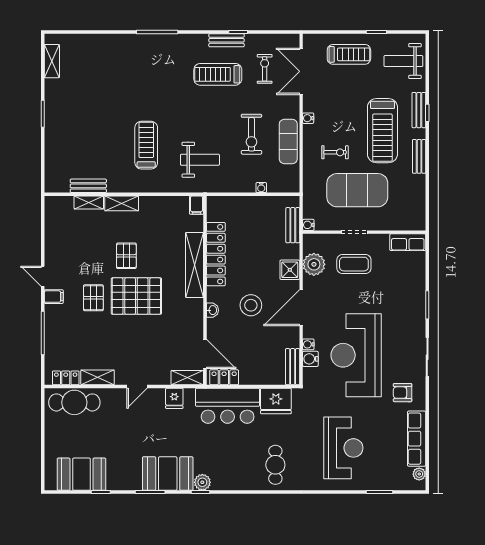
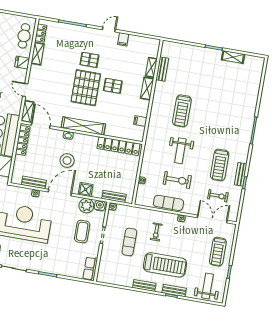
shelving: (52, 61) -> (233, 57), moved
treadmill: (218, 74) -> (220, 165), turned 180
treadmill: (382, 131) -> (165, 265), turned 180
exercise bike: (251, 134) -> (177, 180), turned 180
treadmill: (146, 145) -> (182, 111), turned 90
weight bench: (200, 160) -> (180, 151), moved
exercise mat: (357, 190) -> (129, 242), width x0.50, depth x0.69
filing cabinet: (196, 205) -> (140, 121), moved
locker: (216, 254) -> (118, 146), moved
shelving: (195, 265) -> (83, 126), moved
filing cabinet: (54, 297) -> (123, 39), moved
door: (301, 308) -> (60, 193), hinge flipped
door: (205, 354) -> (41, 126), swing flipped
water cooler: (310, 359) -> (100, 206), moved
bench: (293, 367) -> (34, 182), moved
locker: (224, 377) -> (23, 140), width x1.53
door: (137, 386) -> (25, 90), moved
fridge: (174, 398) -> (22, 62), moved
cafe table: (74, 402) -> (24, 36), width x0.73, depth x0.74

